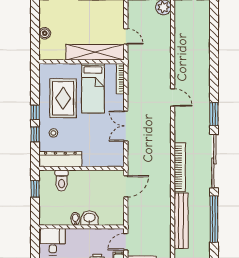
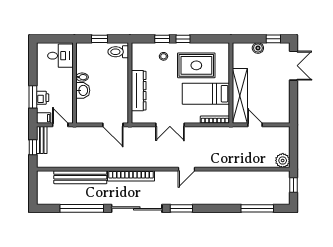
window: (35, 17) -> (273, 39), added
window: (214, 34) -> (257, 208), added
door: (126, 36) -> (255, 125), swing flipped
door: (173, 97) -> (187, 169), moved
double door: (126, 126) -> (170, 125), swing flipped
dresser: (60, 159) -> (139, 91), moved
toilet: (62, 181) -> (118, 52), moved
window: (35, 189) -> (100, 39), moved

